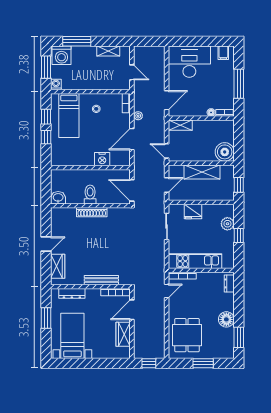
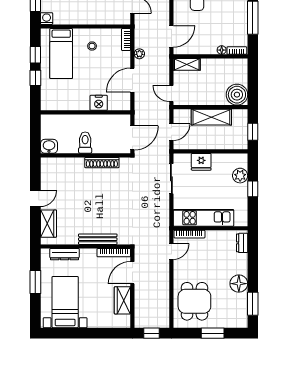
door: (132, 190) -> (132, 138), swing flipped
shoe rack: (92, 212) -> (102, 163), moved

